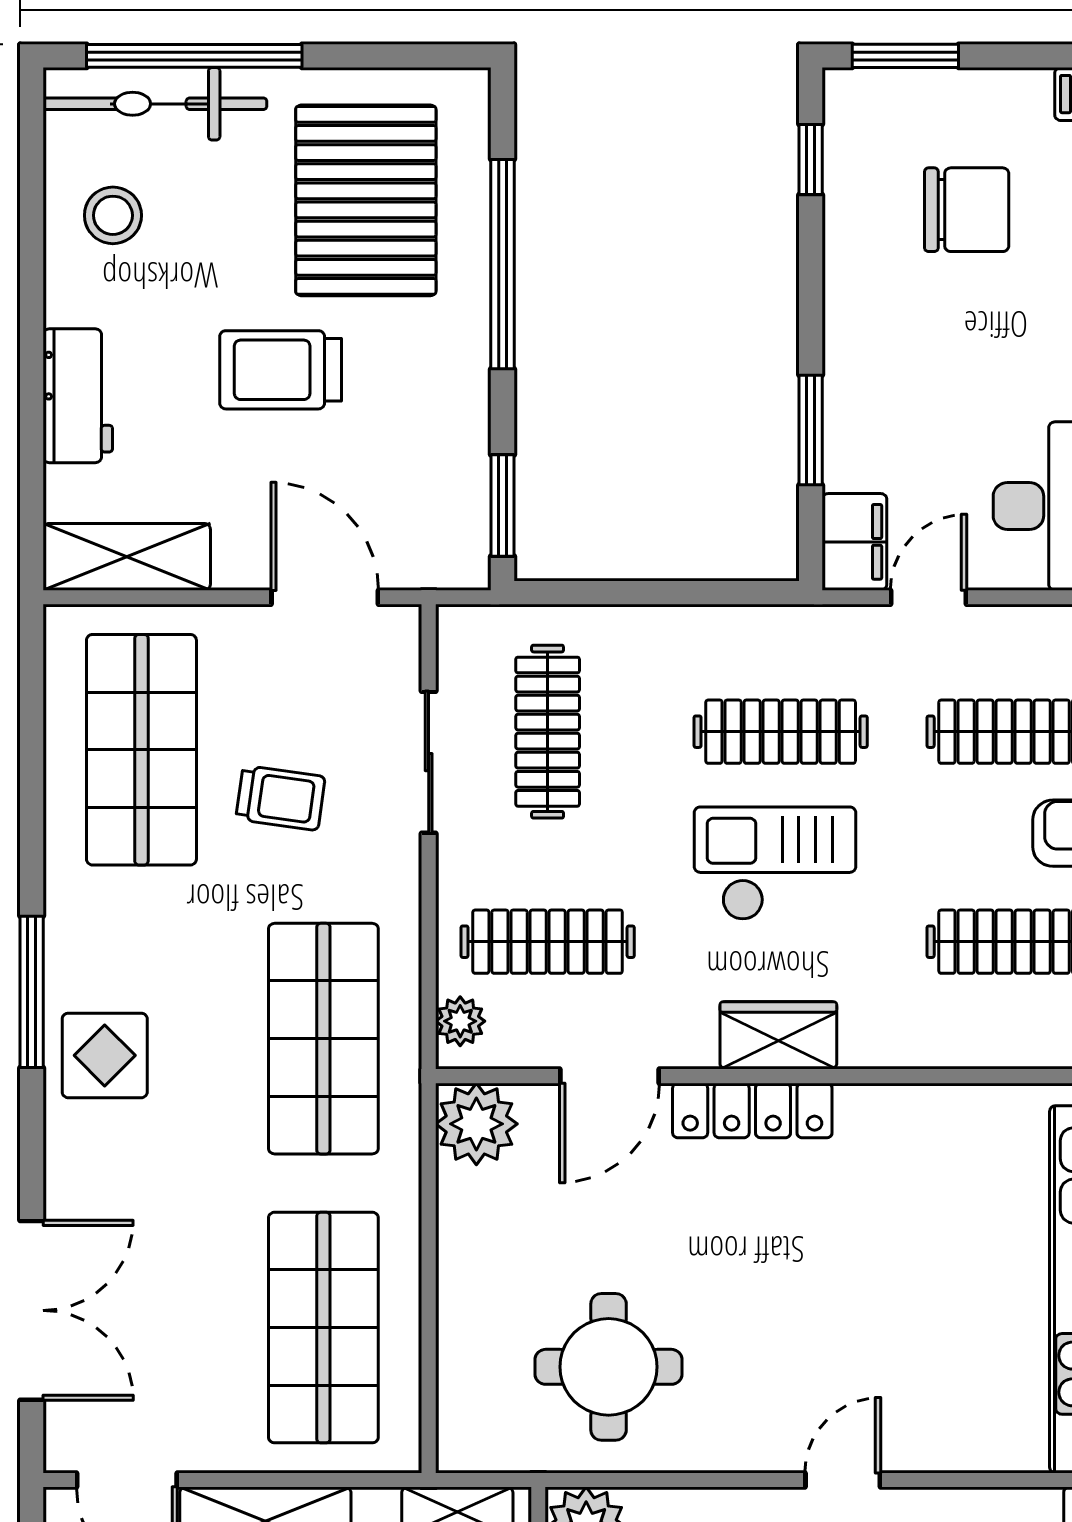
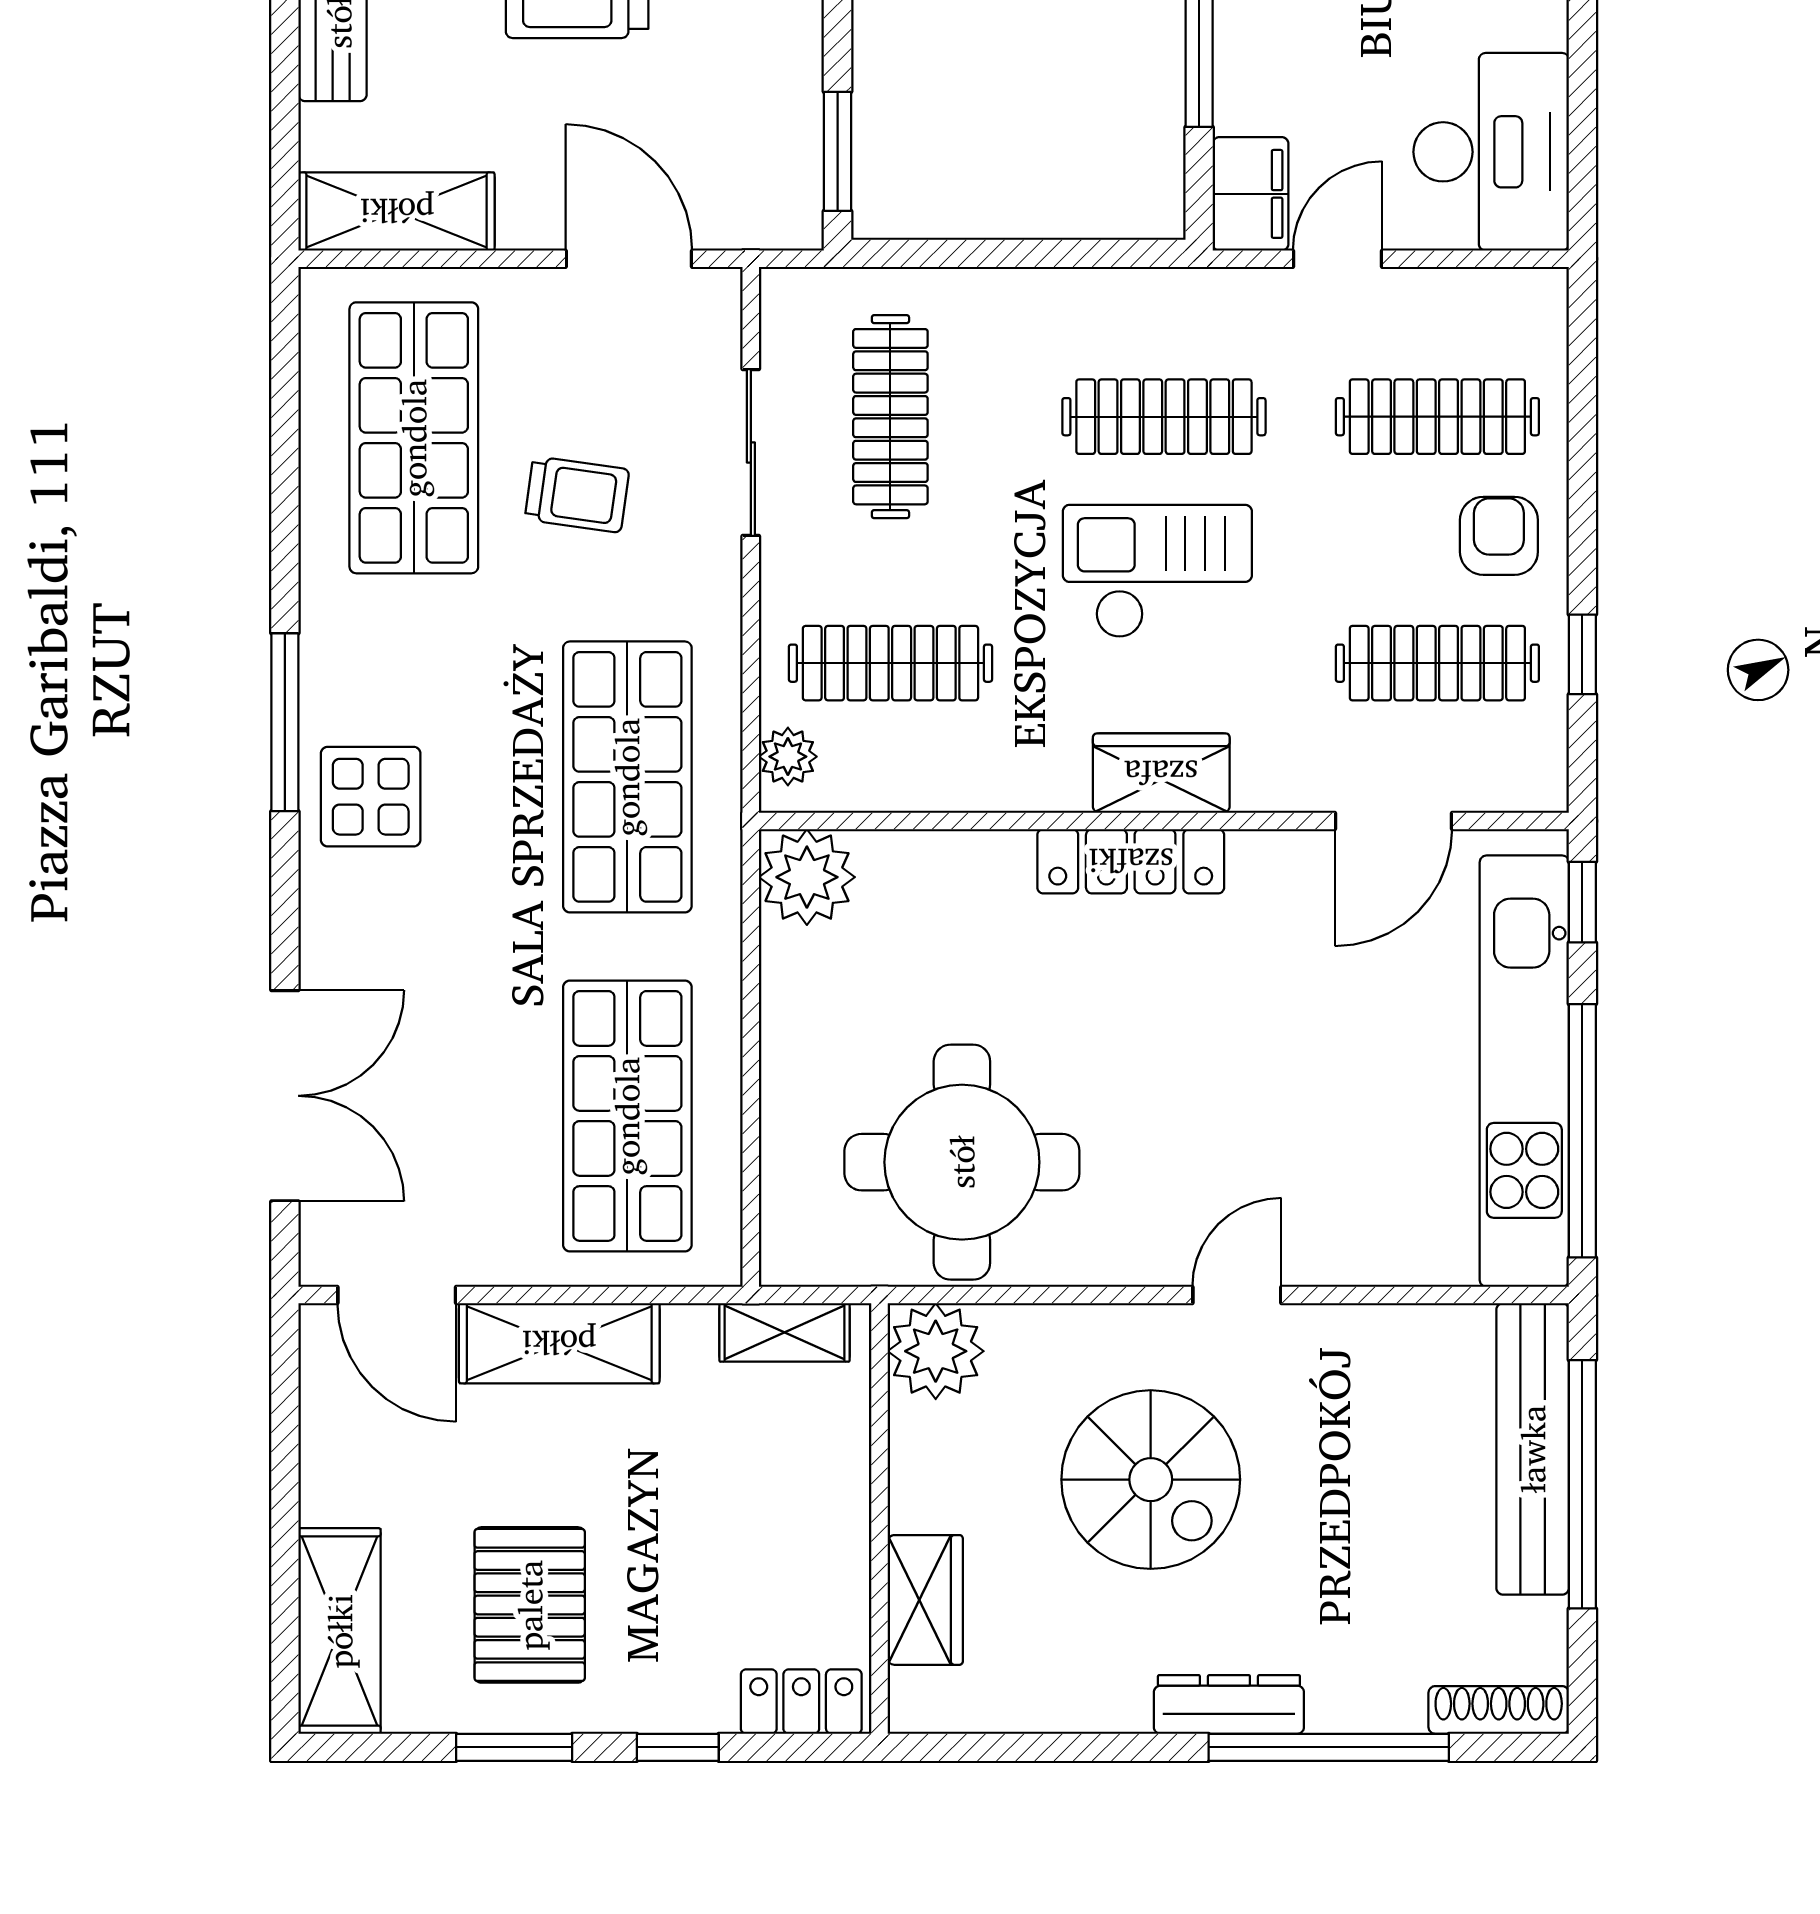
door: (610, 1076) -> (1394, 821), moved
round table: (609, 1367) -> (962, 1162), width x1.36, depth x1.36

